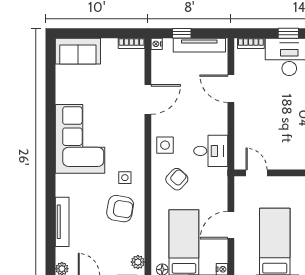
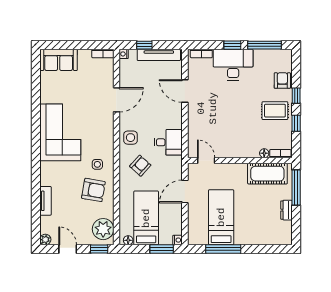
tv unit: (62, 222) -> (46, 201), width x0.71
door: (231, 225) -> (185, 192), moved
plant: (138, 262) -> (103, 229), width x1.88, depth x1.88

